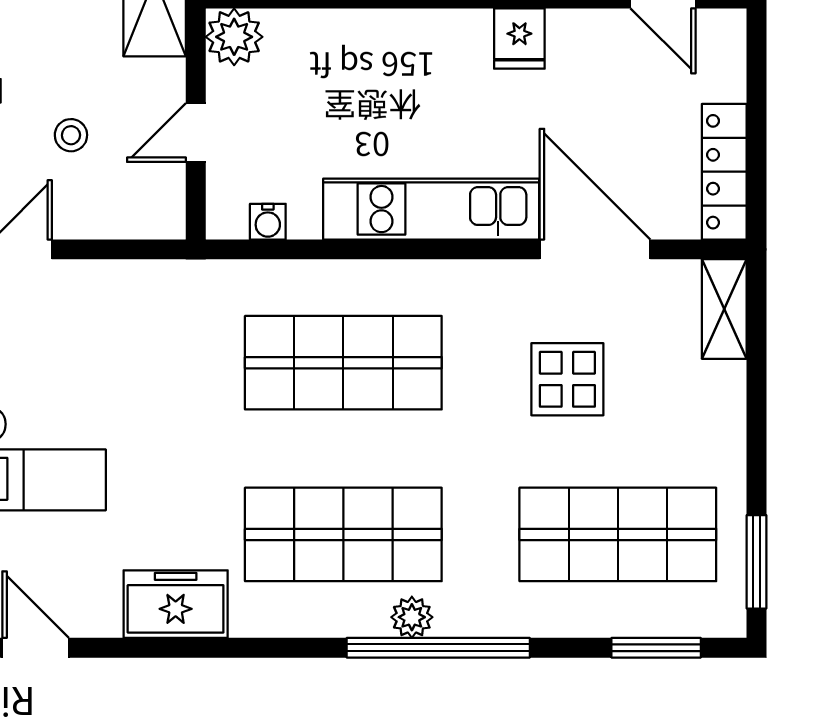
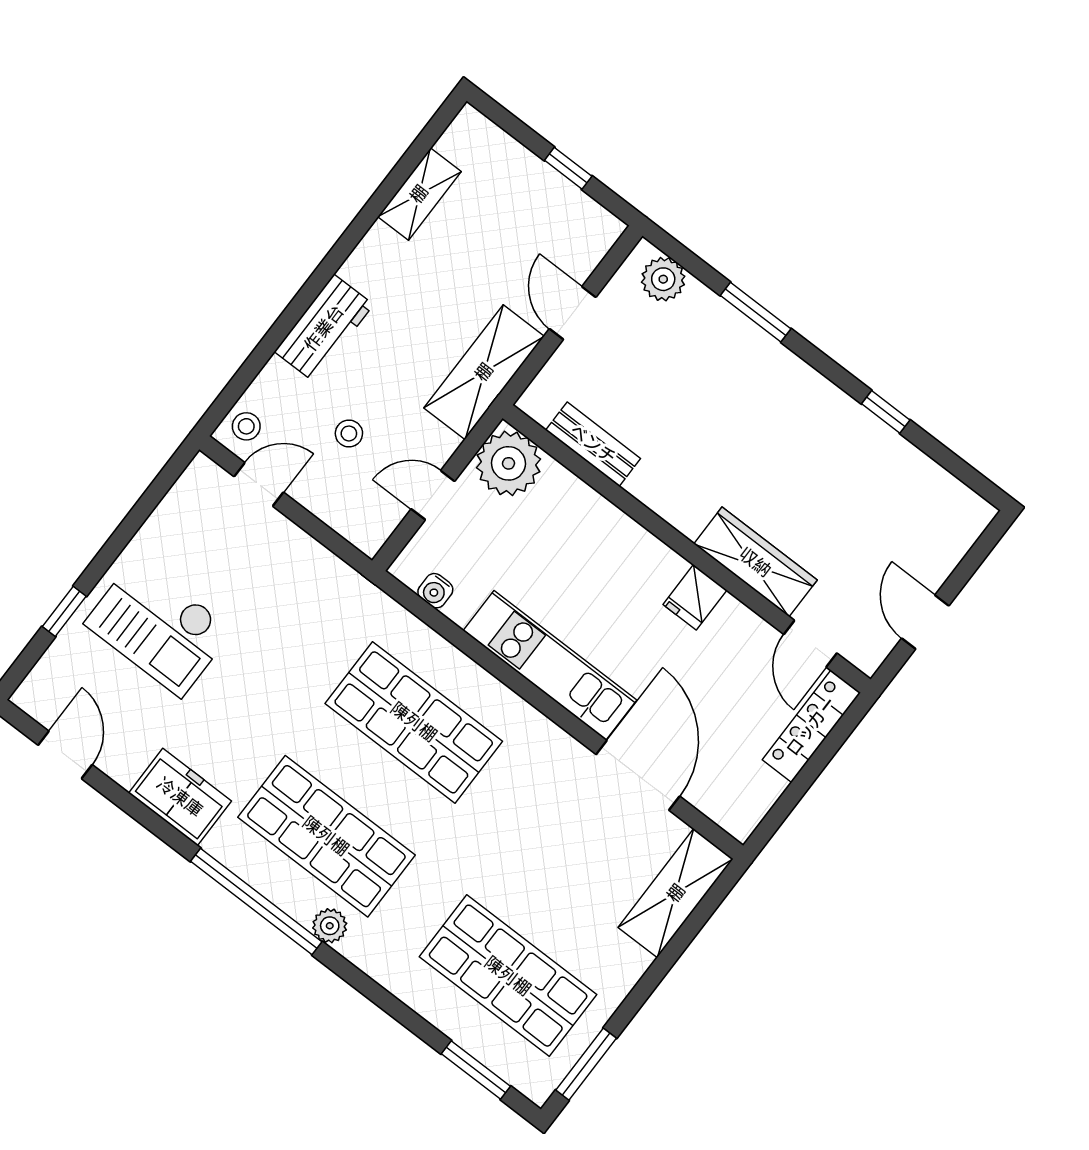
plant: (234, 37) -> (508, 463), width x1.36, depth x1.36
locker: (724, 172) -> (811, 726), moved
shelving: (724, 309) -> (676, 893), width x1.50, depth x1.33
display table: (567, 379) -> (554, 847), removed
window: (438, 648) -> (256, 902), moved

